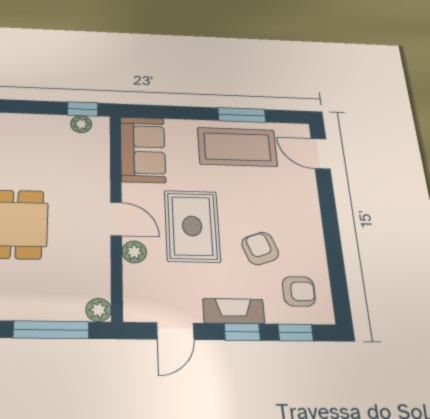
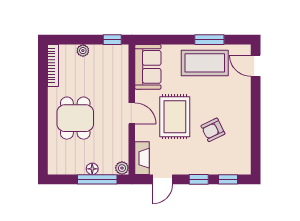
plant: (81, 124) -> (83, 51), moved
armchair: (260, 248) -> (213, 130), turned -96
plant: (134, 252) -> (142, 134), removed
armchair: (299, 291) -> (232, 156), removed
floor lamp: (42, 311) -> (92, 169), added
fireplace: (234, 311) -> (142, 158), moved, turned 90

